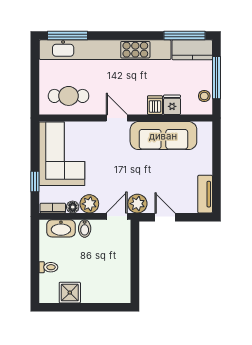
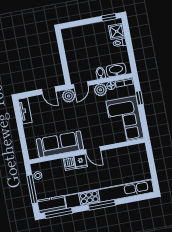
window: (68, 36) -> (102, 205), moved
cafe table: (69, 96) -> (128, 159), removed
fridge: (172, 105) -> (81, 161), moved
shower: (70, 293) -> (117, 31), moved
window: (57, 307) -> (109, 17), added

